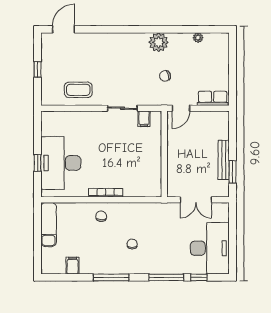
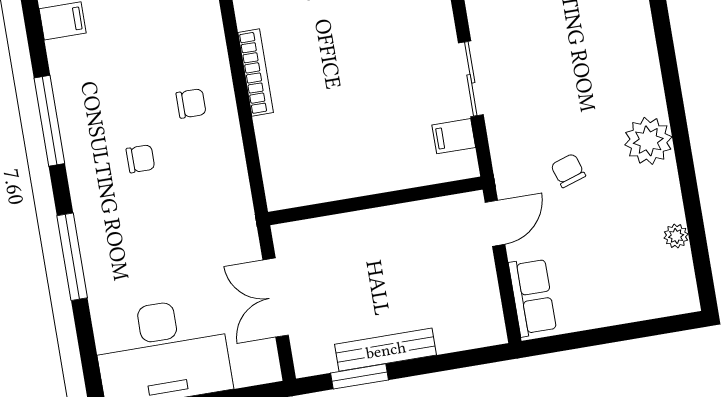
door: (181, 108) -> (495, 223), swing flipped
chair: (101, 216) -> (191, 103), moved
window: (199, 277) -> (86, 337), removed

